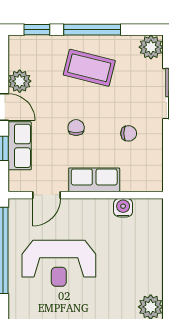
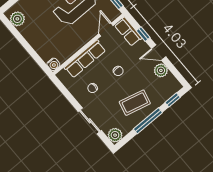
row of seats: (20, 146) -> (128, 32), moved
row of seats: (94, 180) -> (85, 59), width x1.48
water cooler: (123, 208) -> (53, 64), moved

